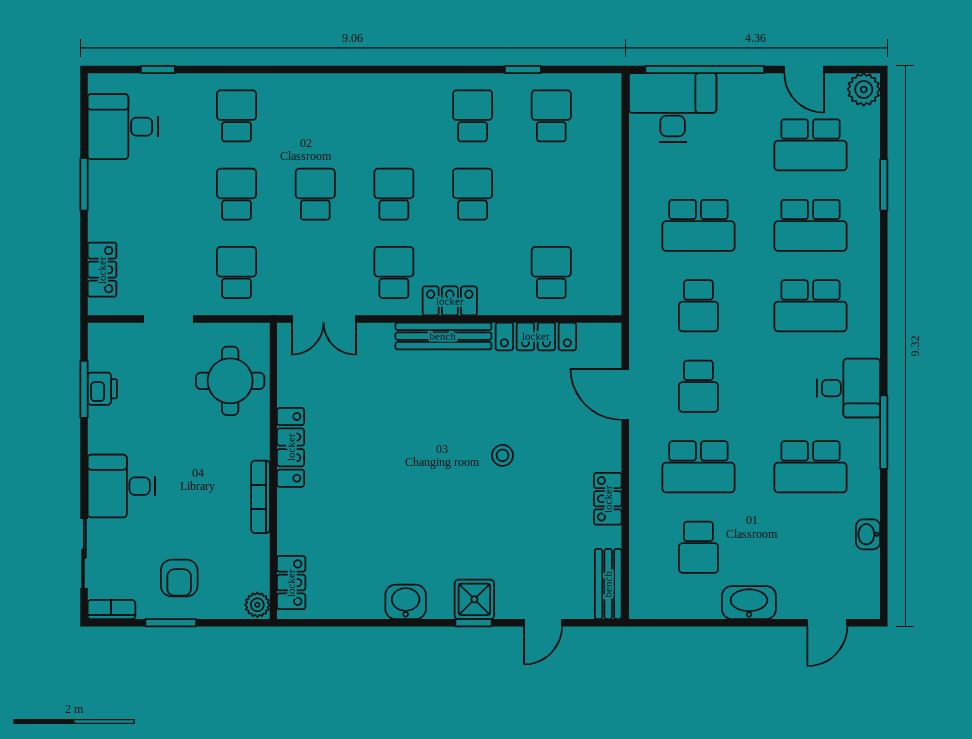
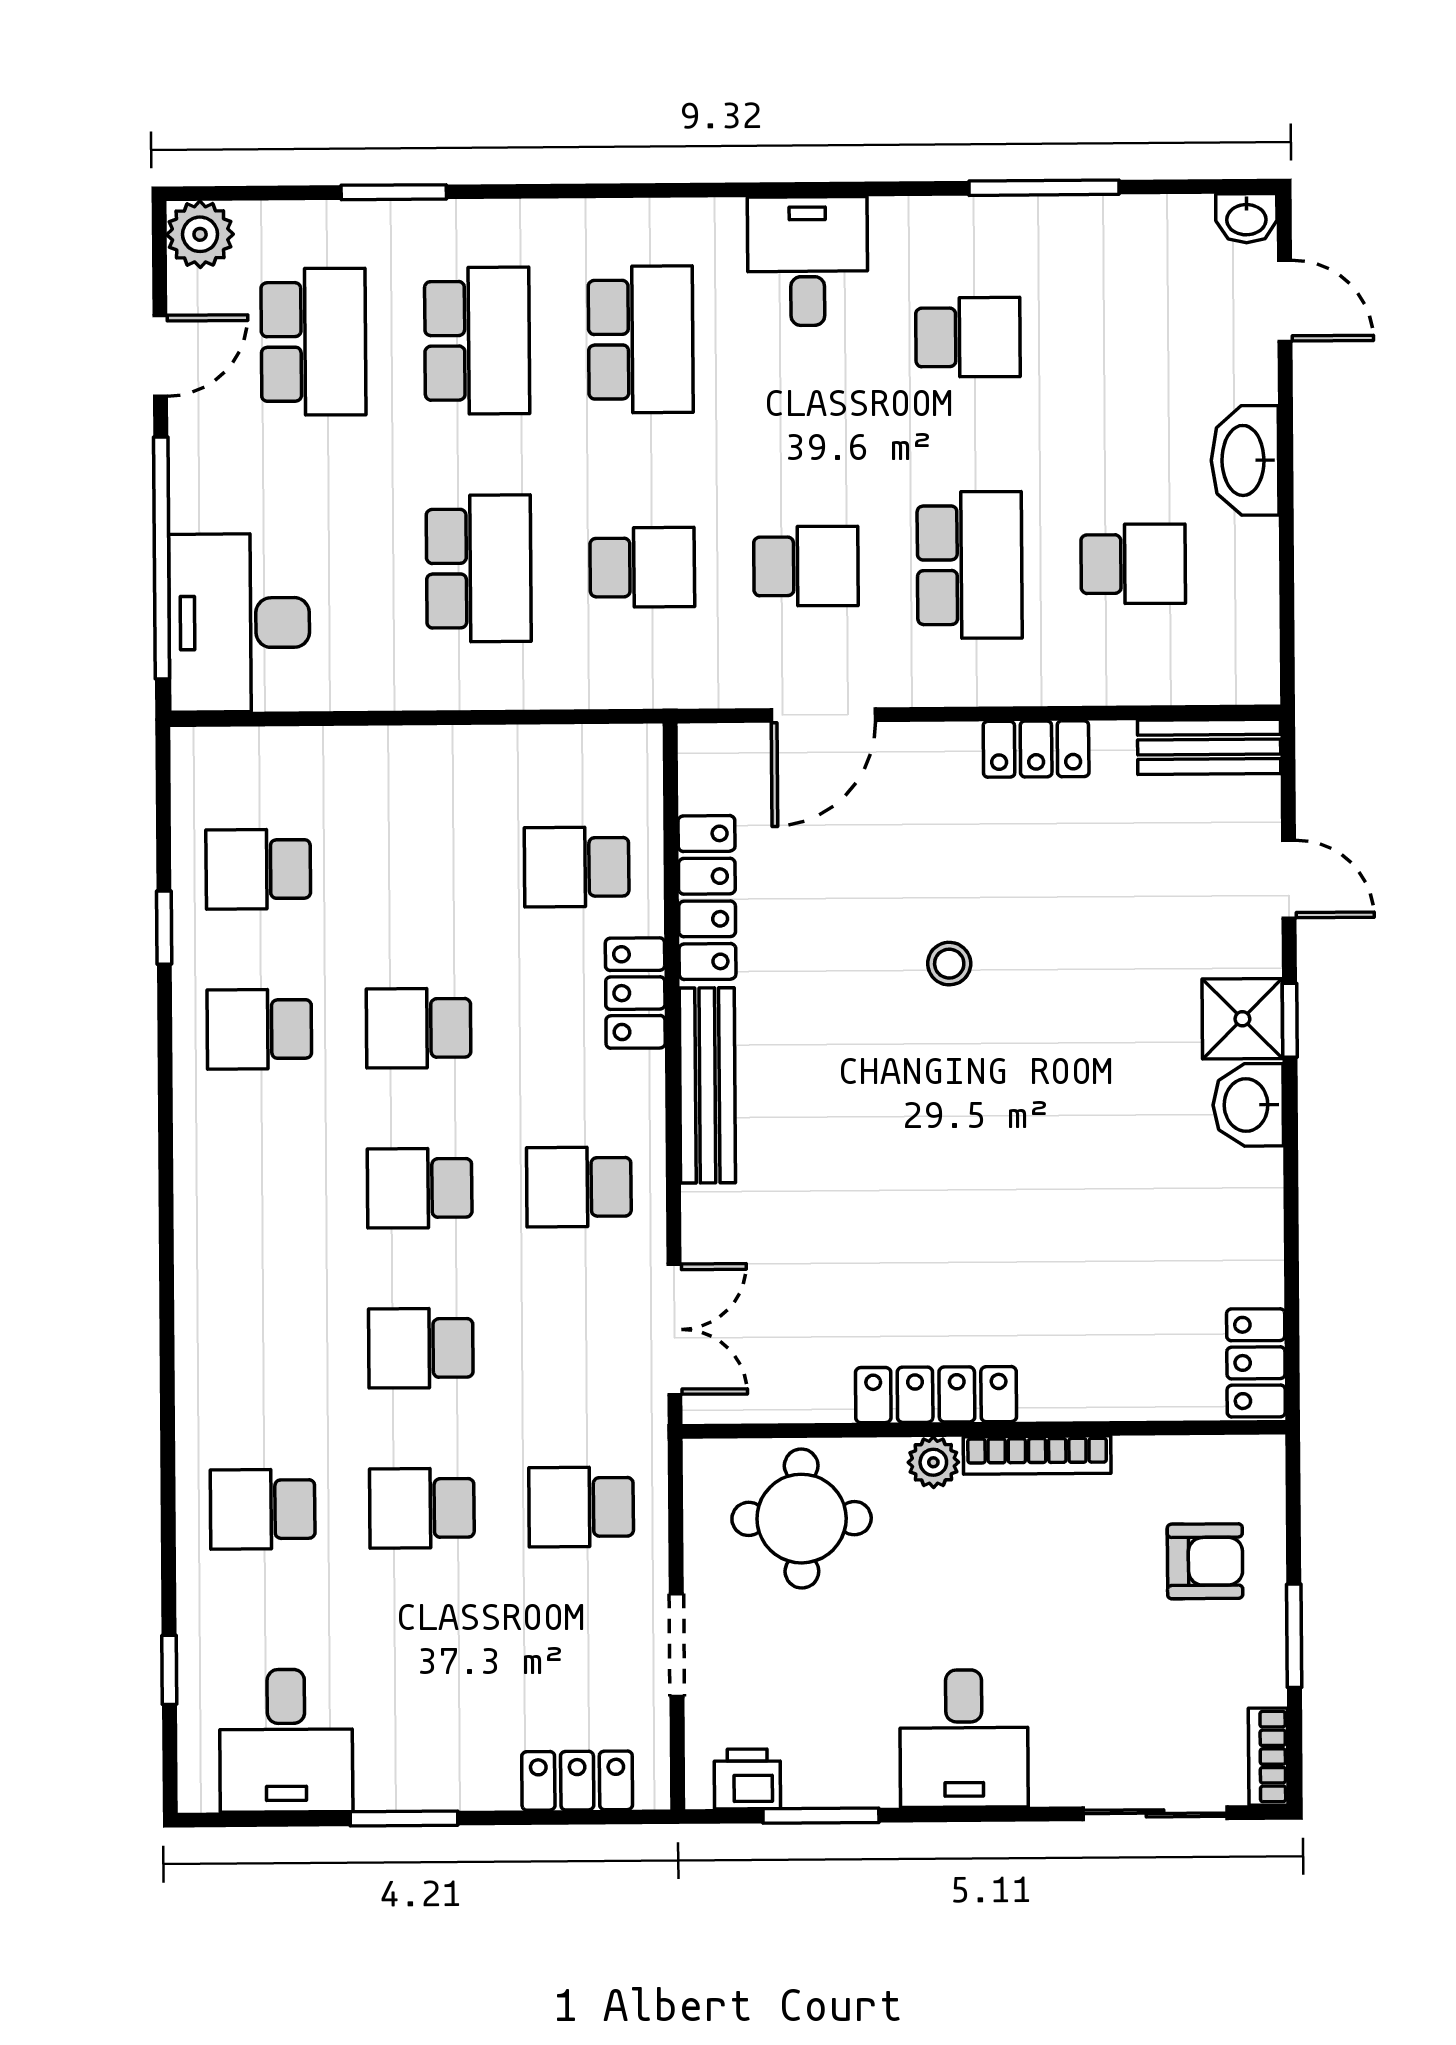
locker: (450, 301) -> (635, 993), moved
printer: (102, 389) -> (747, 1779), moved
window: (884, 432) -> (1044, 188), moved
school desk: (810, 467) -> (968, 337), width x0.54
desk: (121, 486) -> (964, 1739), moved
washbasin: (868, 534) -> (1246, 218), moved
armchair: (179, 578) -> (1205, 1561), moved
locker: (291, 583) -> (1256, 1363), moved, turned -90
washbasin: (406, 602) -> (1248, 1105), moved
plant: (257, 605) -> (933, 1462), moved

